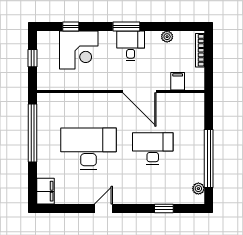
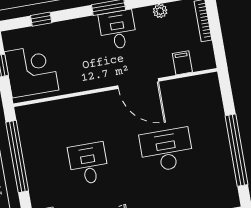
corner desk: (79, 50) -> (32, 71), moved, turned -90
desk: (88, 149) -> (88, 164), width x0.53, depth x0.77
plant: (198, 189) -> (230, 189), removed

